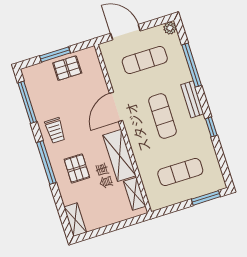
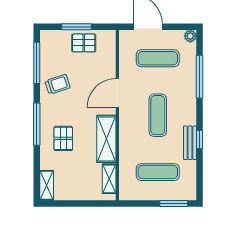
bench: (192, 99) -> (190, 143), moved
trolley: (55, 130) -> (58, 84), moved, turned -108

